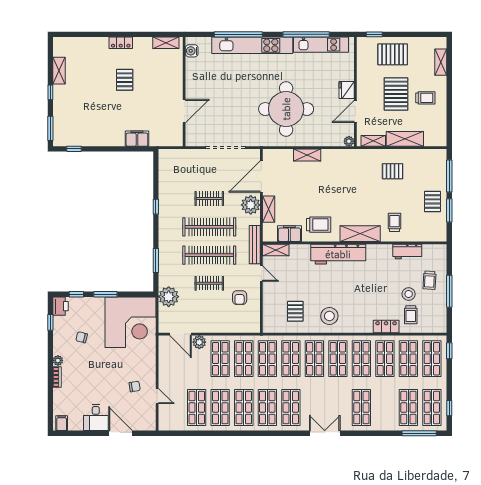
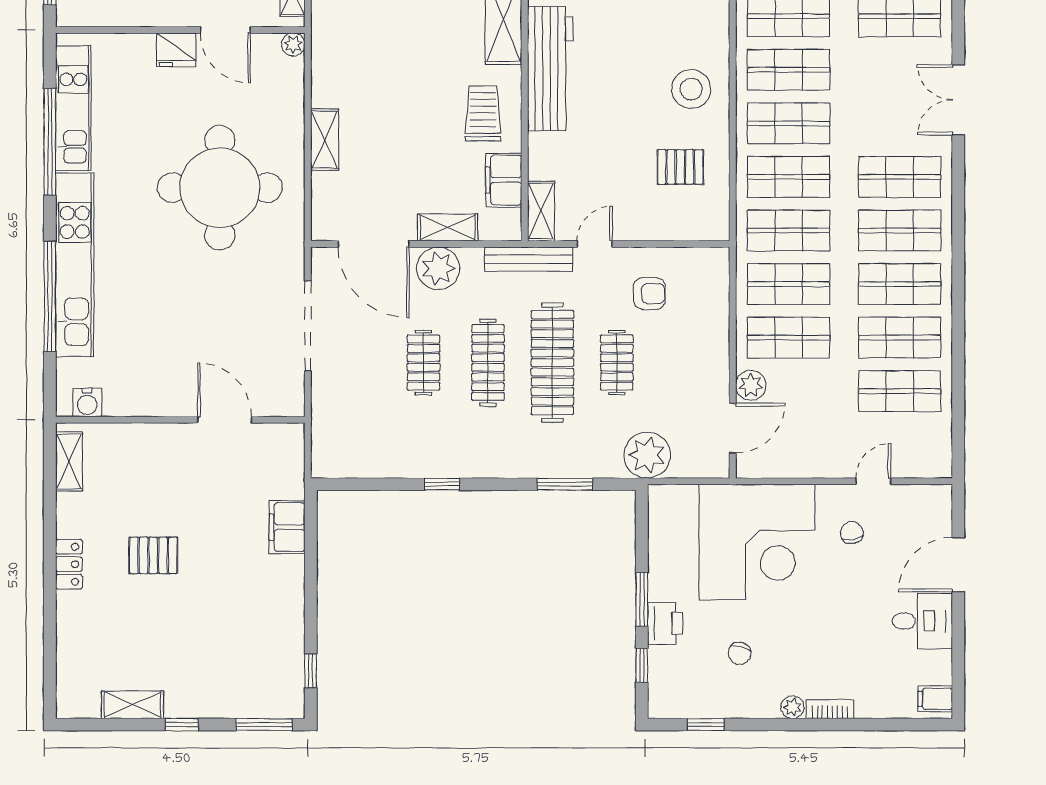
clothes rail: (209, 227) -> (488, 363), width x0.73, depth x0.76
printer: (61, 306) -> (665, 623), moved, turned 90
corner desk: (130, 322) -> (757, 542), moved, turned 90

